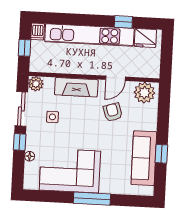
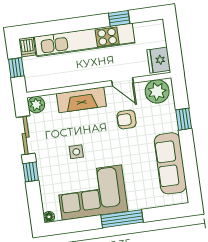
fridge: (145, 38) -> (159, 60), moved, turned 90
door: (116, 78) -> (122, 82), hinge flipped
armchair: (113, 112) -> (127, 120), turned -72
side table: (52, 117) -> (76, 152), moved
window: (161, 154) -> (184, 119), moved
floor lamp: (30, 156) -> (49, 217), moved

